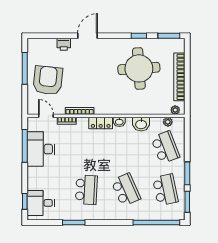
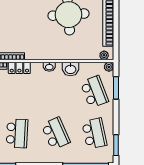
plant: (168, 122) -> (109, 67), moved
locker: (101, 123) -> (19, 68), moved
window: (187, 173) -> (116, 88), moved

